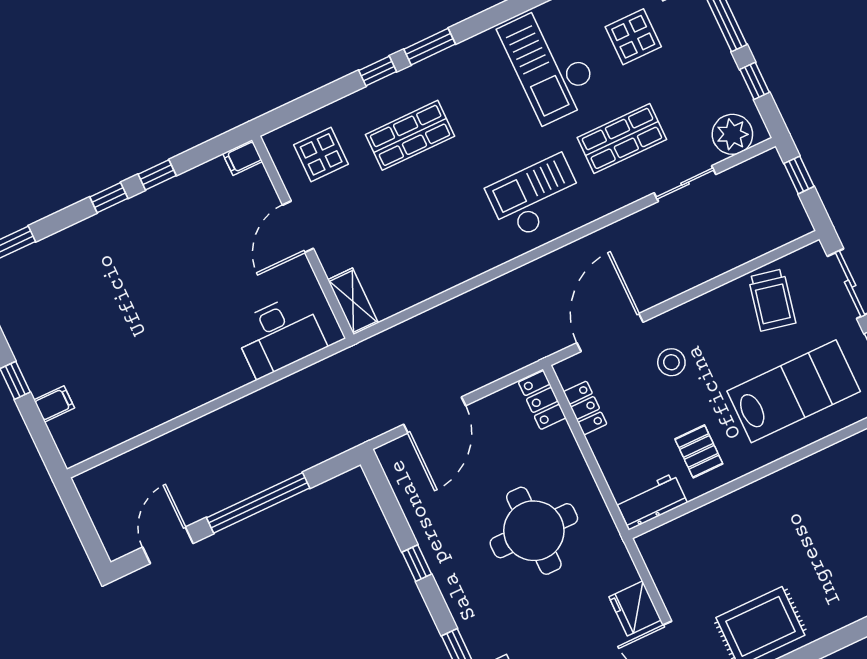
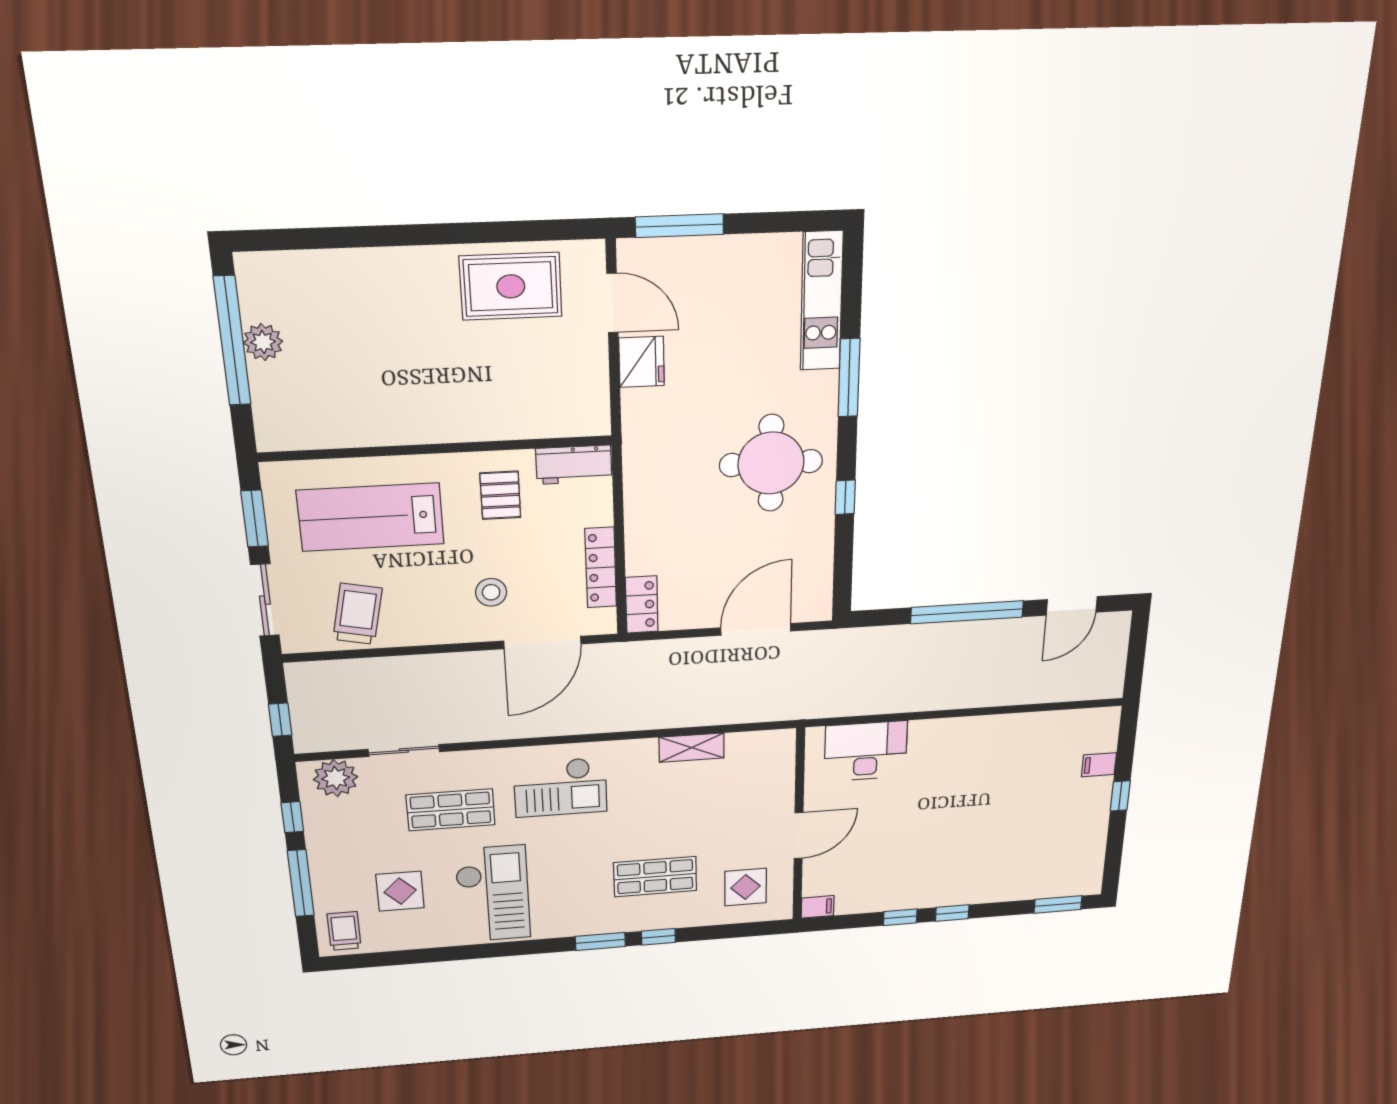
shelving: (353, 301) -> (692, 748), moved, turned 90
locker: (585, 408) -> (601, 568), width x1.53
round table: (534, 531) -> (771, 463), moved

